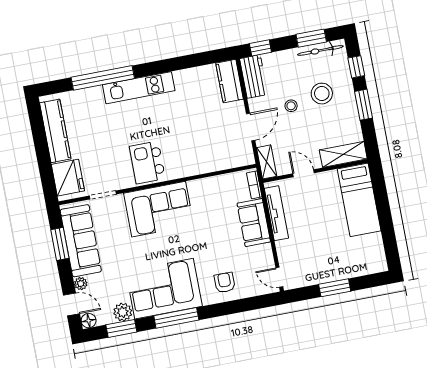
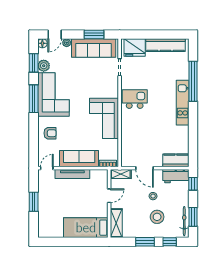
corner sofa: (159, 209) -> (104, 118), moved
tv unit: (276, 213) -> (72, 174), moved
sofa: (254, 223) -> (79, 159), width x1.36

